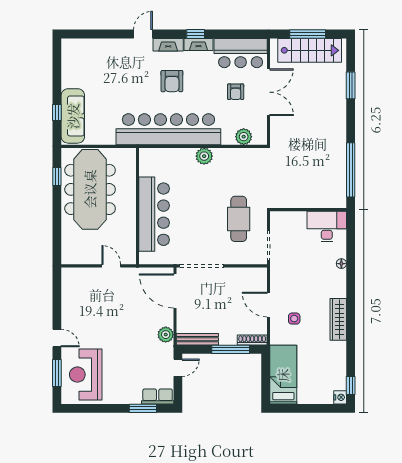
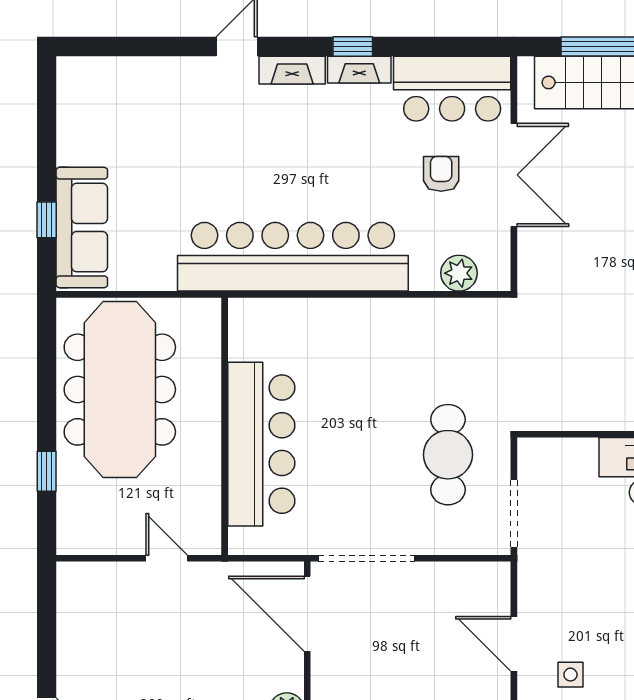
armchair: (172, 81) -> (301, 150), removed
armchair: (236, 92) -> (441, 174), turned 180
plant: (204, 156) -> (372, 316), removed
window: (57, 176) -> (47, 471), moved

